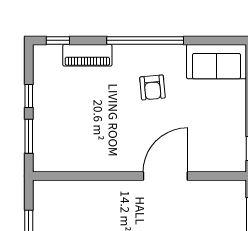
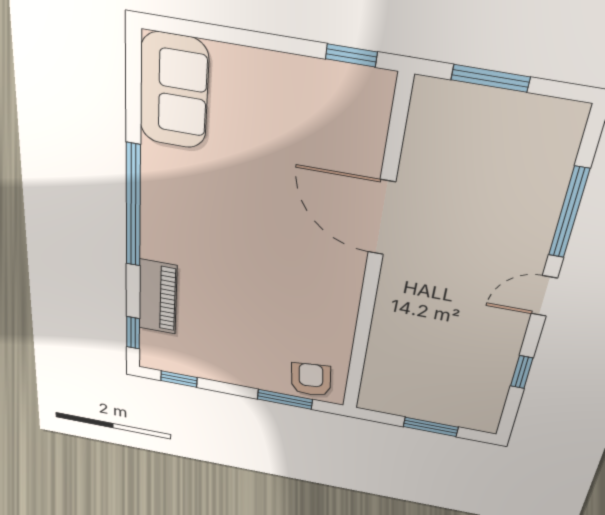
armchair: (152, 87) -> (311, 380), moved, turned -91
window: (29, 96) -> (179, 379), moved

